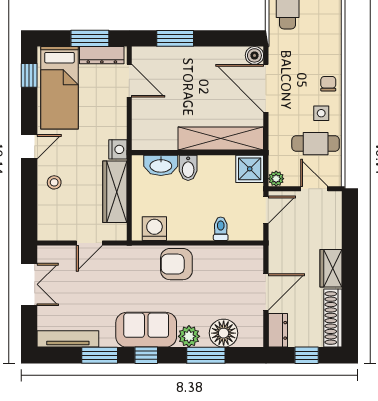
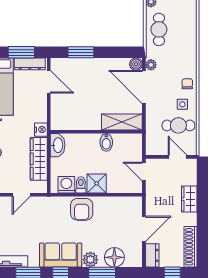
shelving: (221, 139) -> (122, 122), width x0.68
washbasin: (161, 165) -> (58, 145), moved, turned -90
bidet: (188, 168) -> (106, 142), moved
shower: (250, 169) -> (97, 183), moved
plant: (276, 179) -> (151, 65), moved
door: (266, 210) -> (144, 171), swing flipped
toilet: (221, 229) -> (81, 185), moved
armchair: (176, 264) -> (82, 209), turned -90
wardrobe: (331, 268) -> (189, 199), moved

